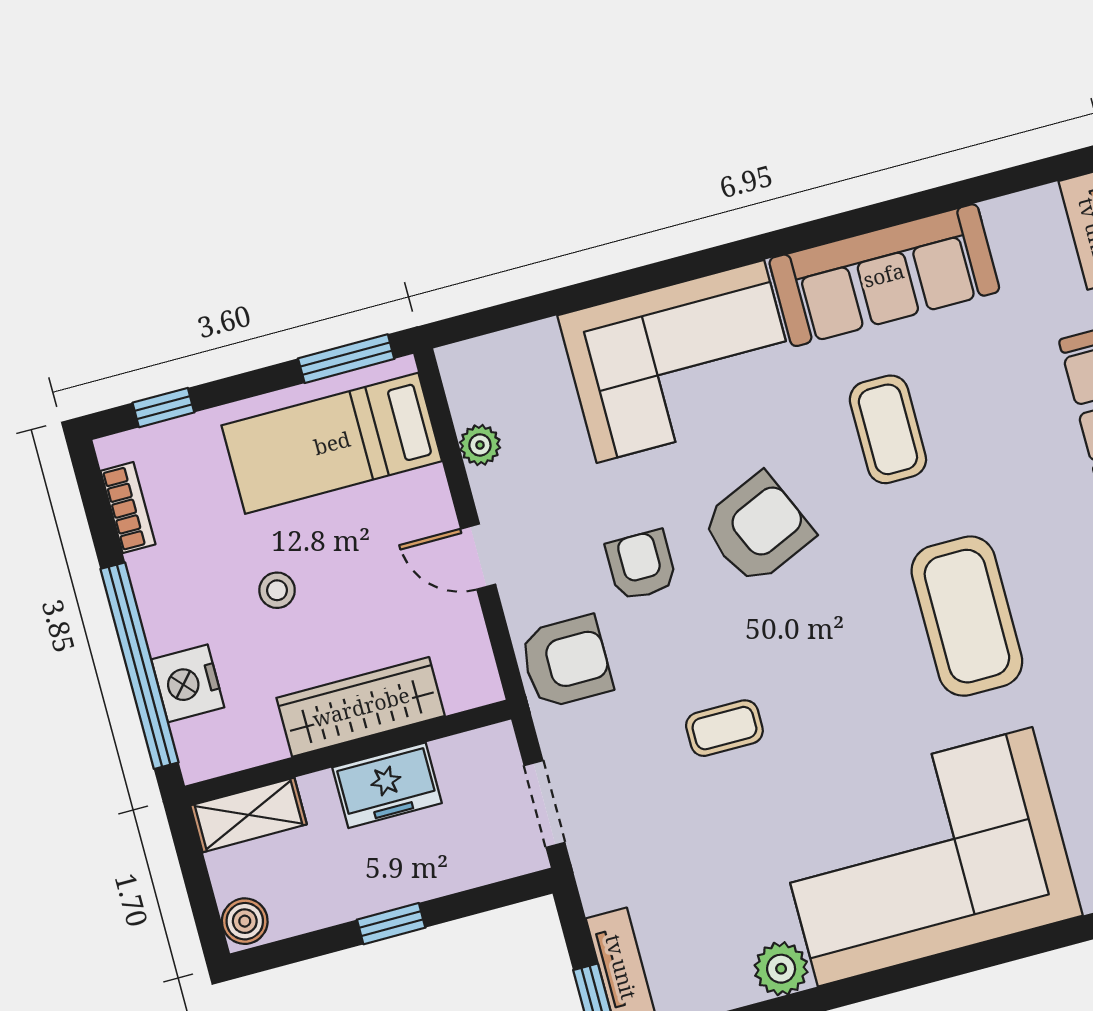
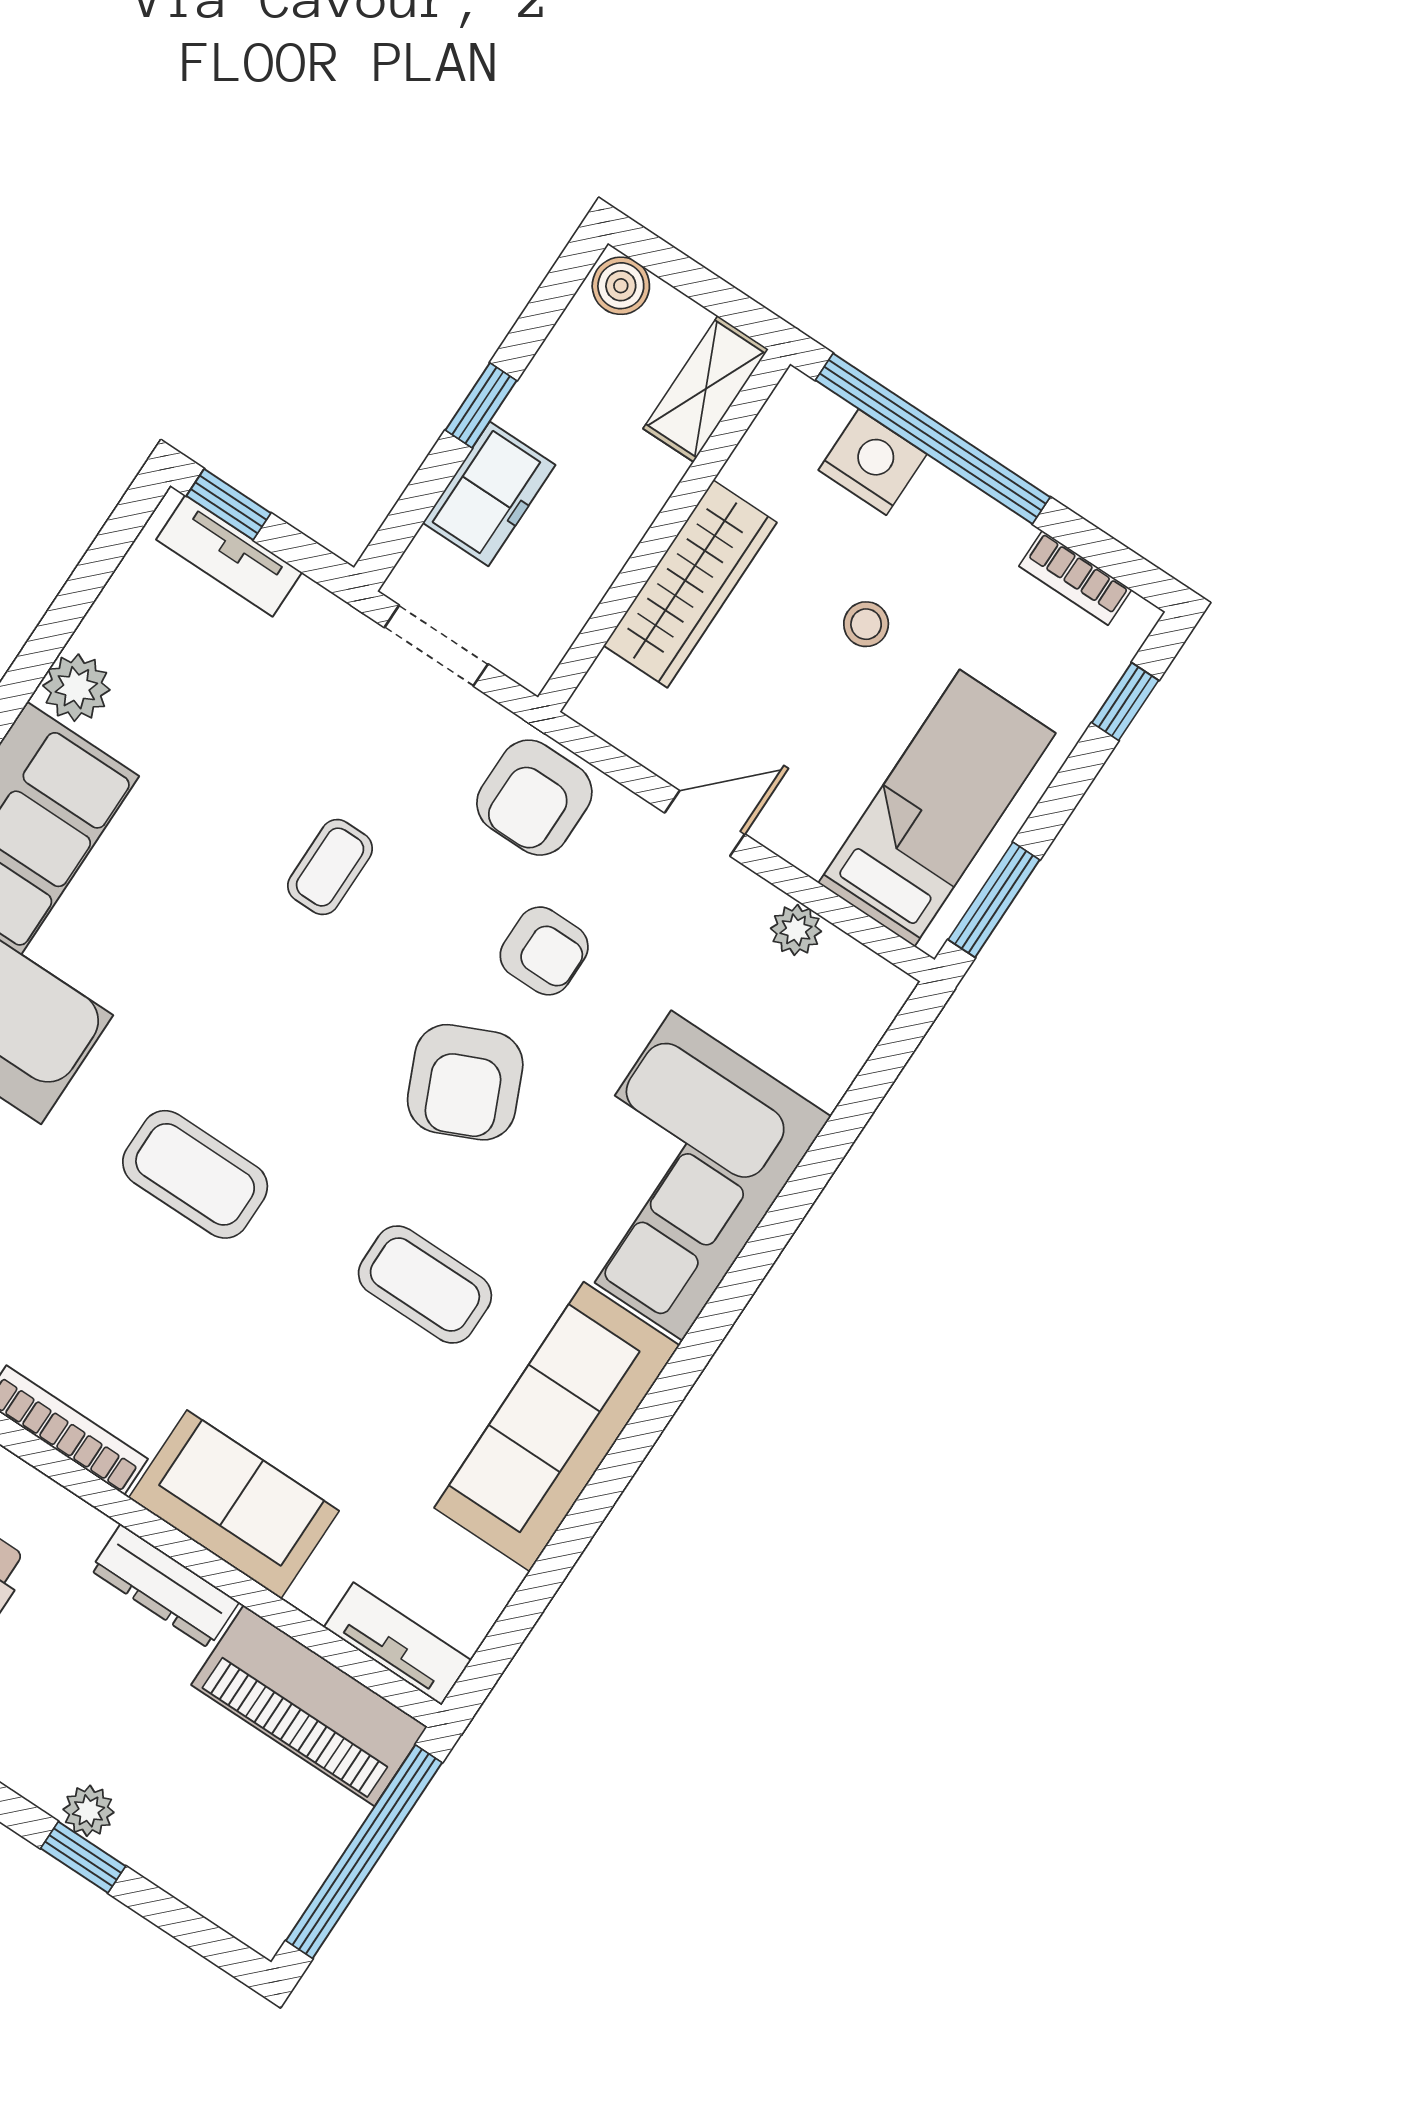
coffee table: (967, 616) -> (195, 1174), width x0.73, depth x0.76
freezer: (387, 785) -> (489, 494), moved, turned 180

